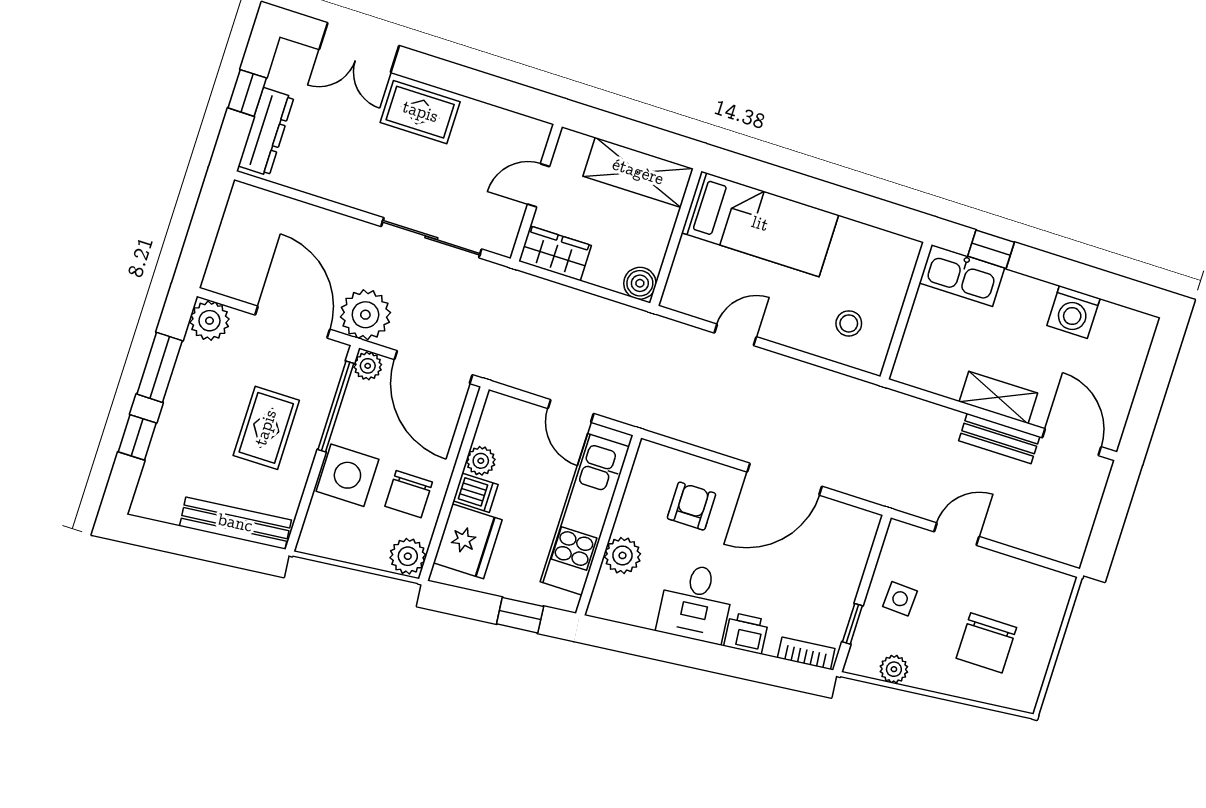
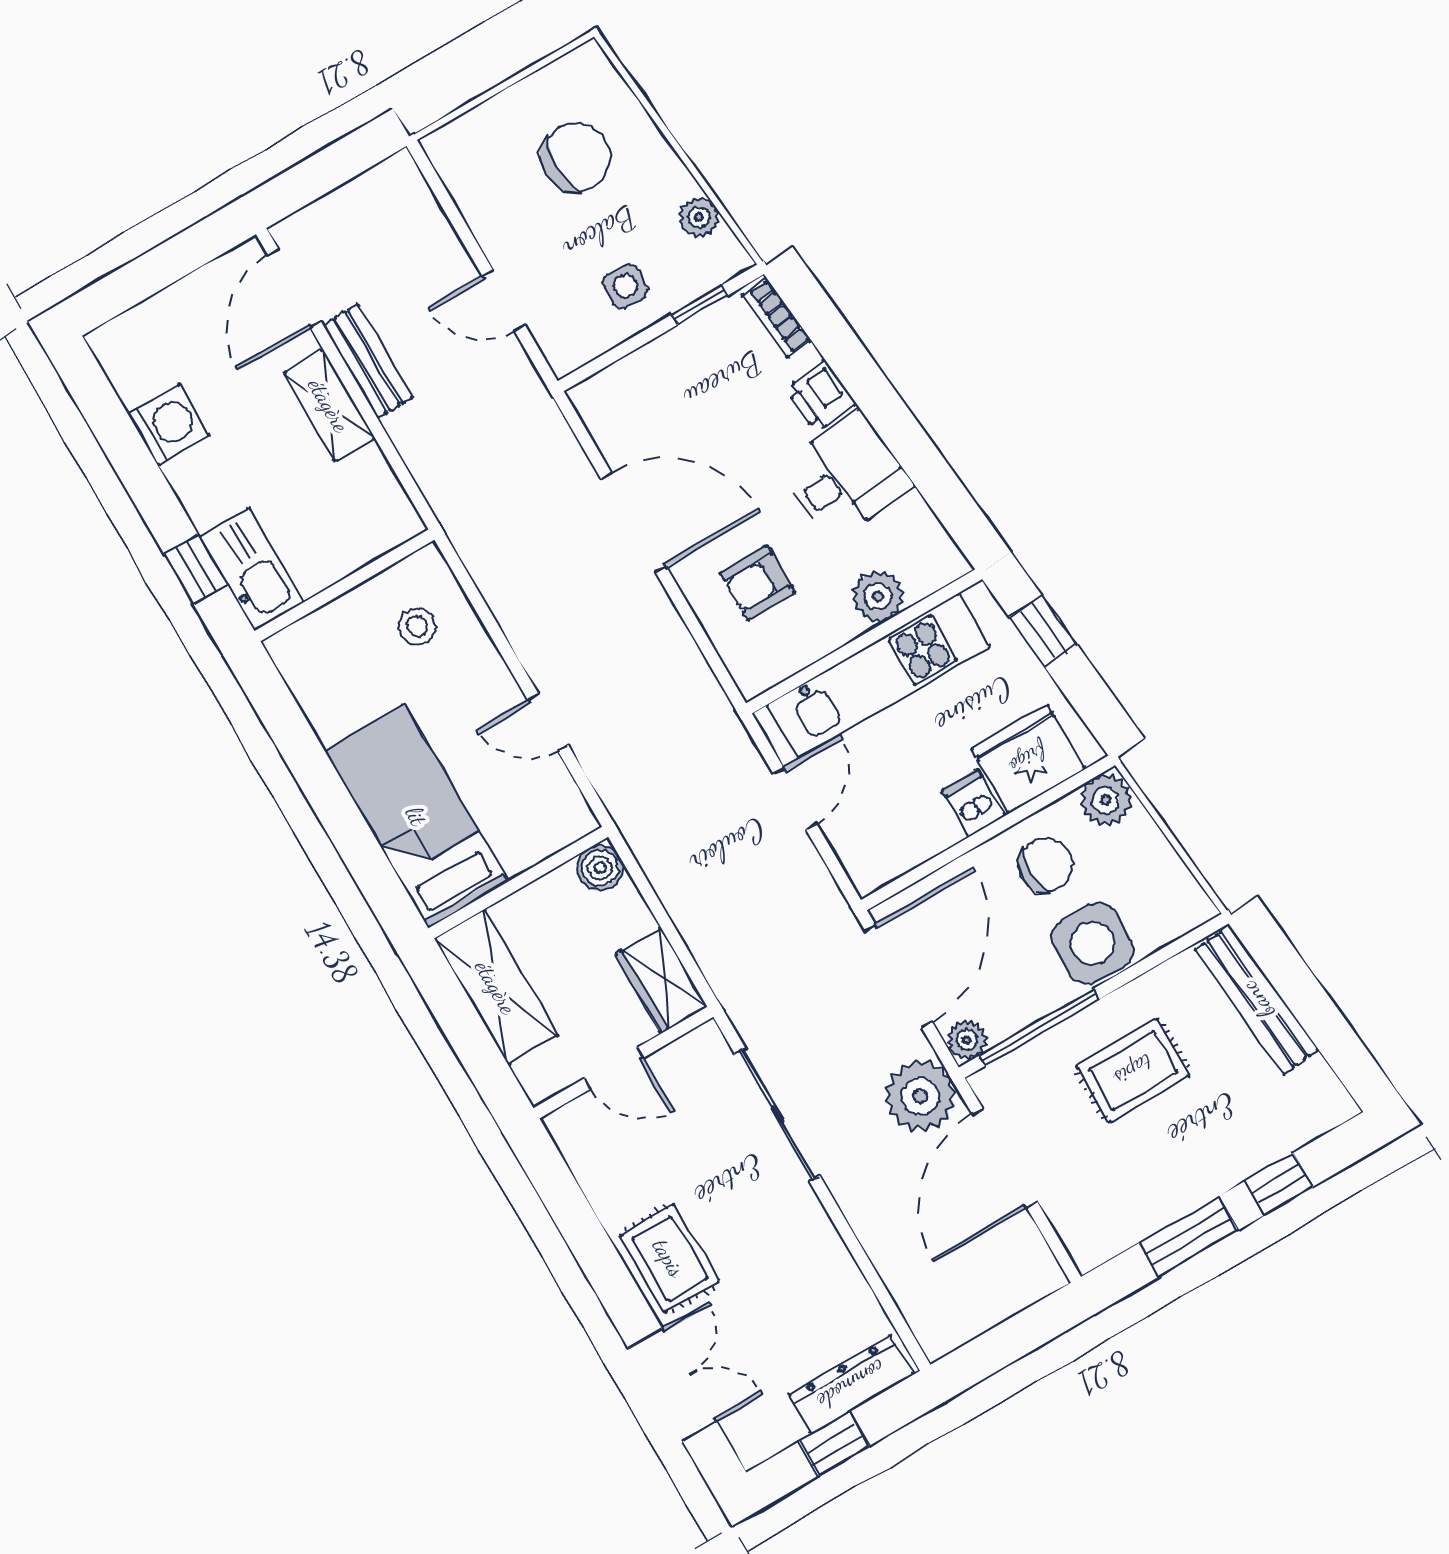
plant: (209, 321) -> (1091, 1238), removed
plant: (481, 461) -> (938, 832), removed

